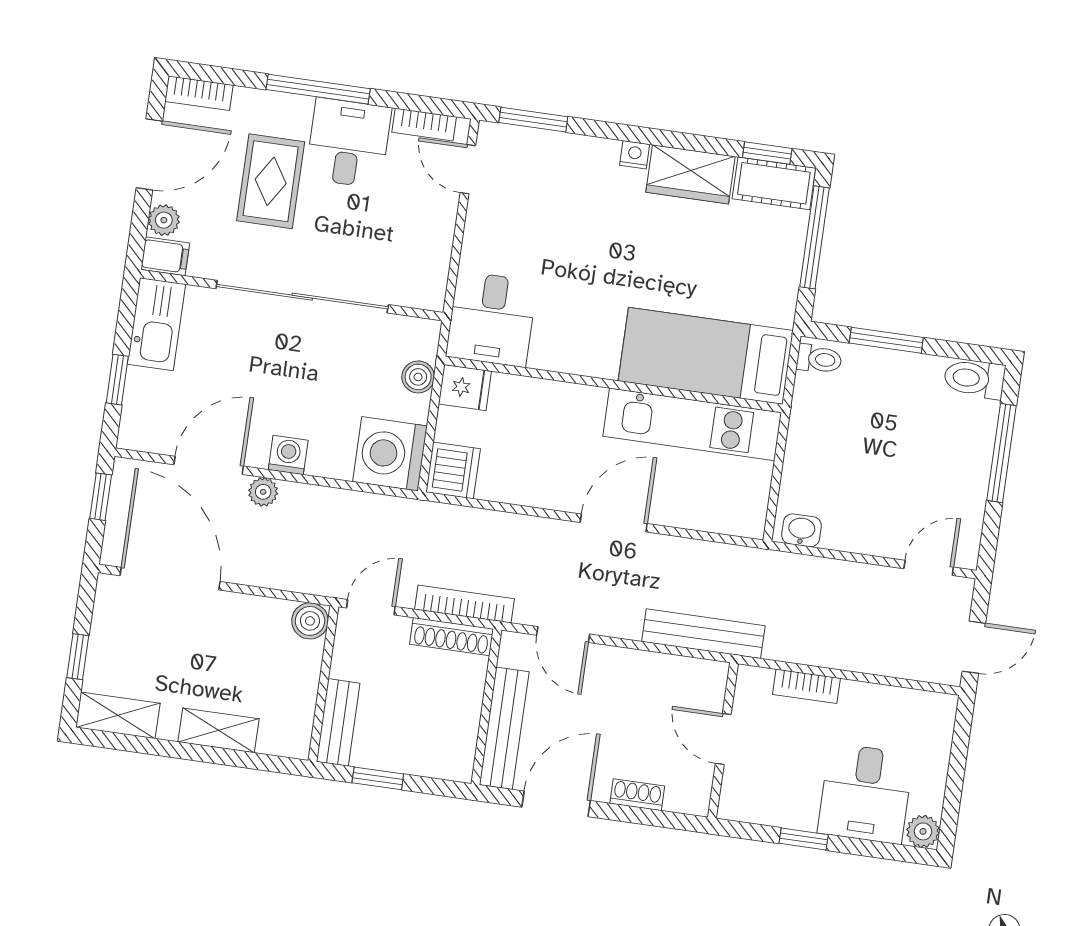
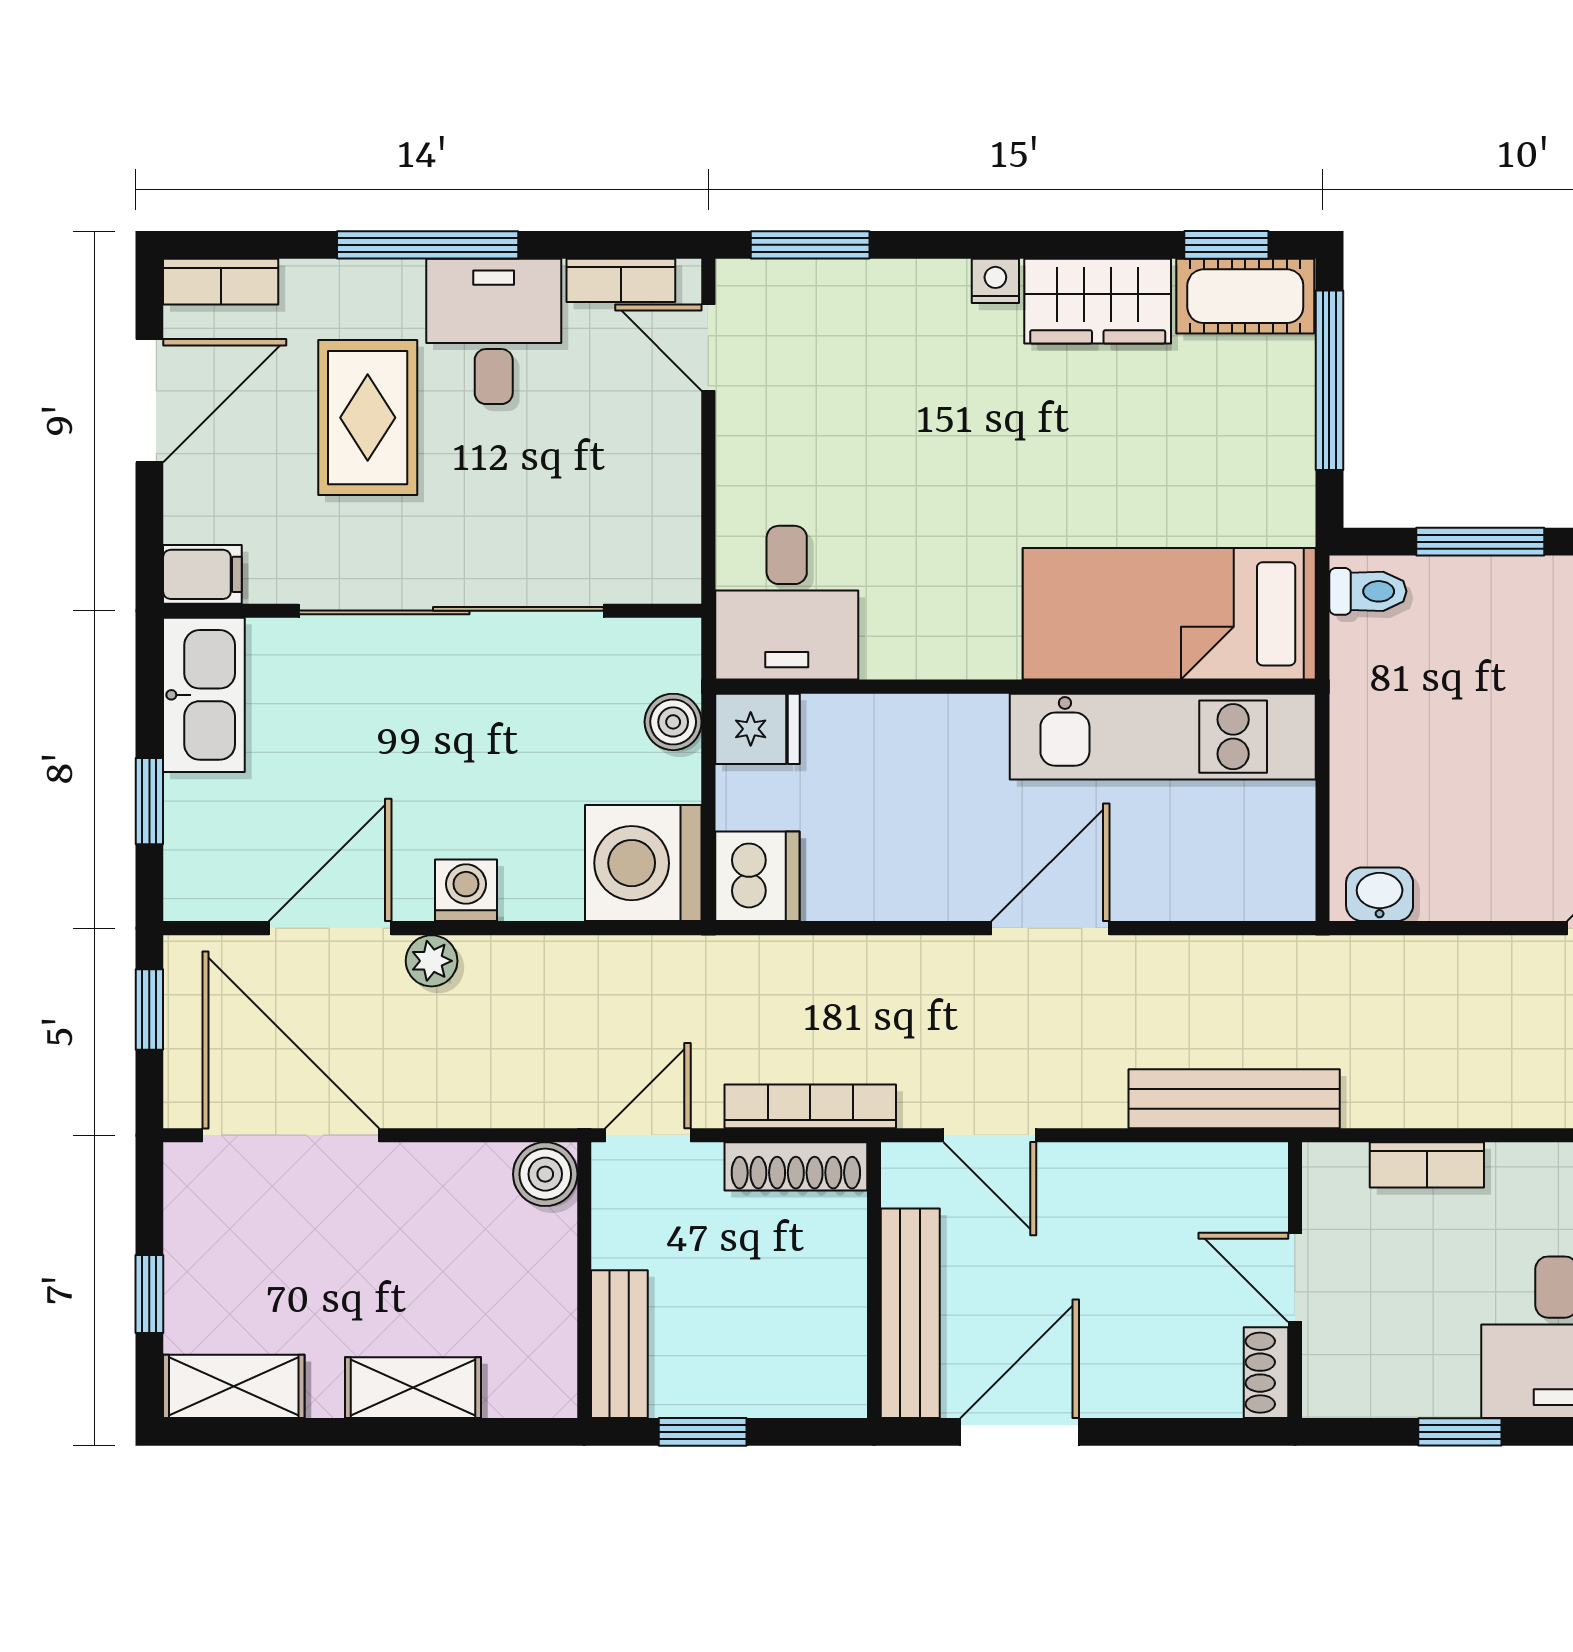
plant: (164, 220) -> (191, 512), removed
shoe rack: (637, 795) -> (1266, 1373), moved, turned -90

